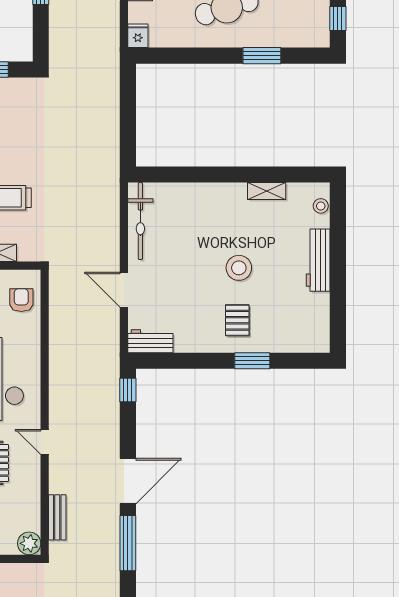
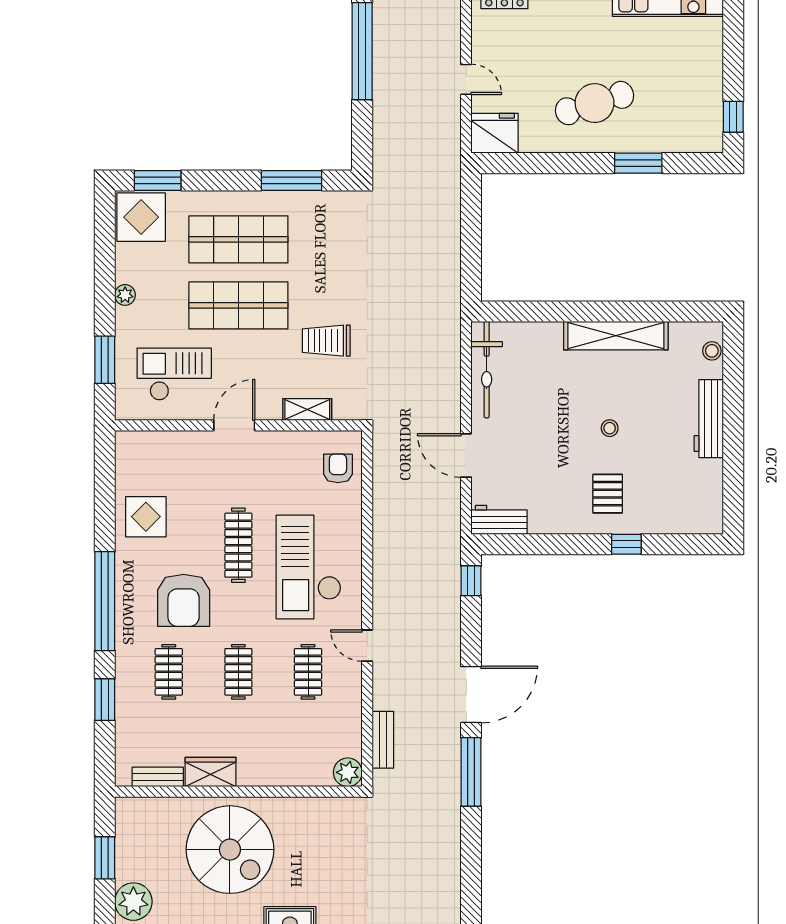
fridge: (138, 36) -> (495, 133), width x1.88, depth x1.34
shelving: (267, 191) -> (616, 336), width x2.20, depth x1.33
stool: (239, 268) -> (610, 428), width x0.53, depth x0.53
window: (252, 361) -> (626, 544), width x0.67

